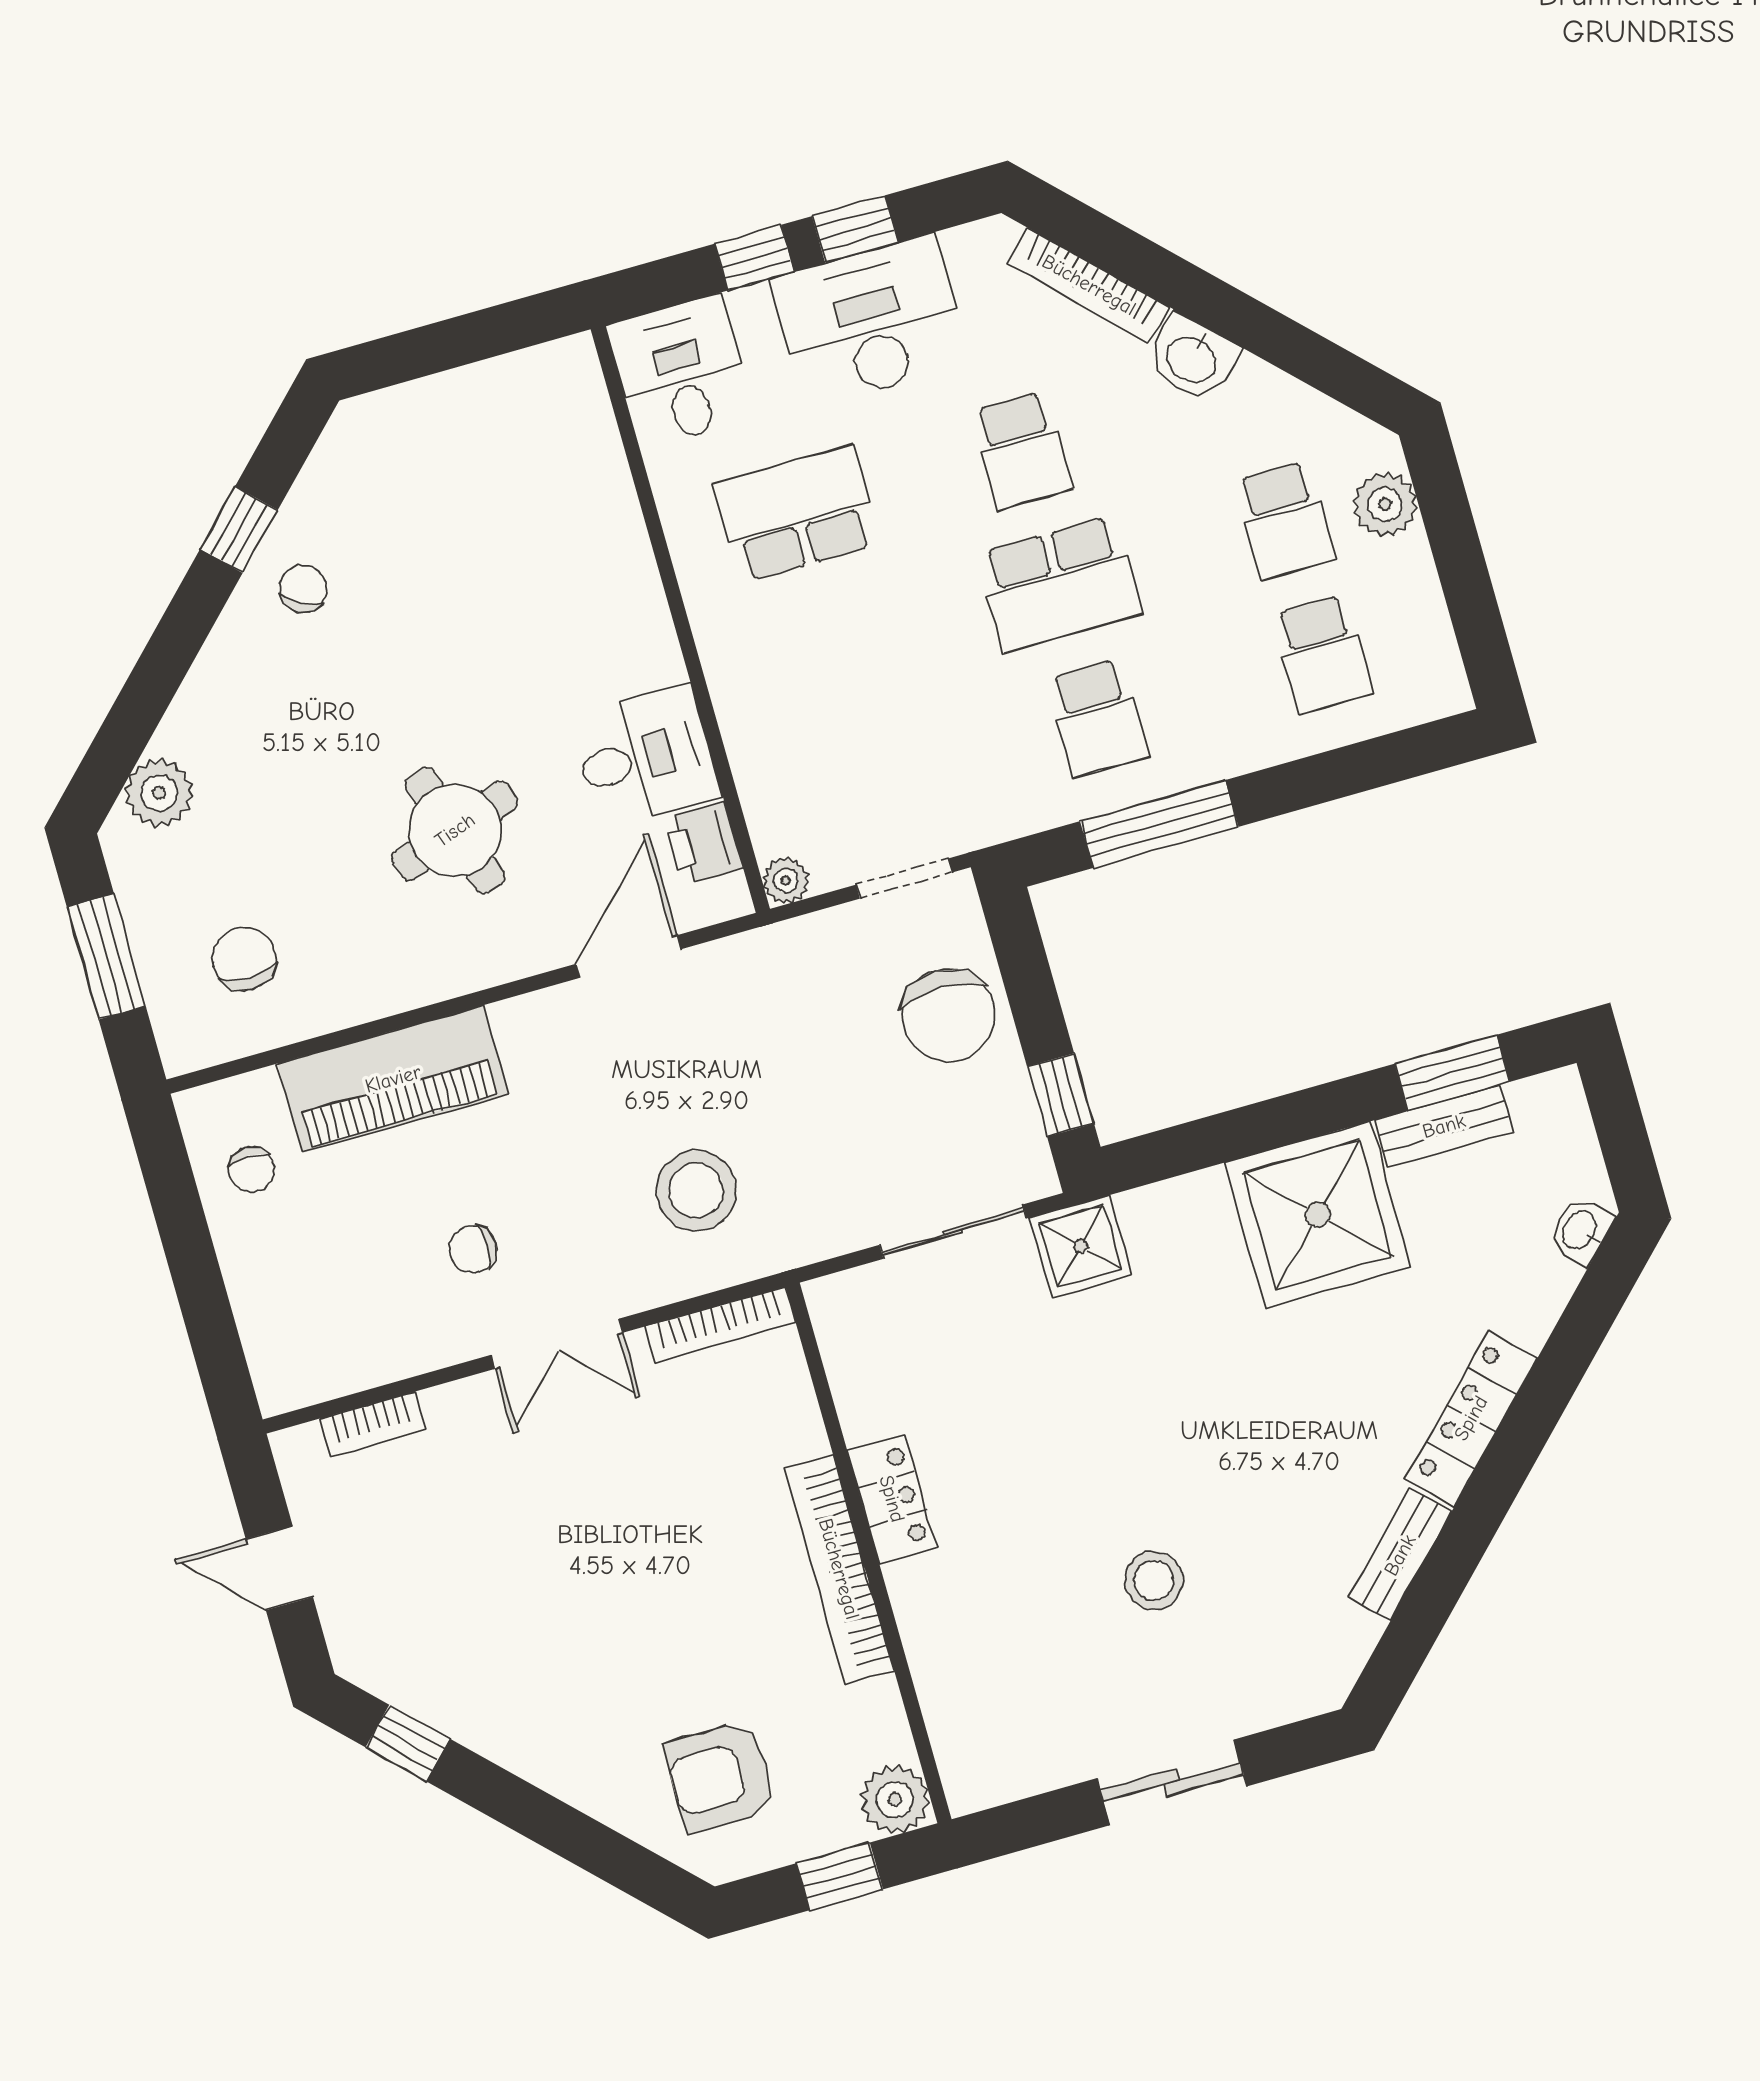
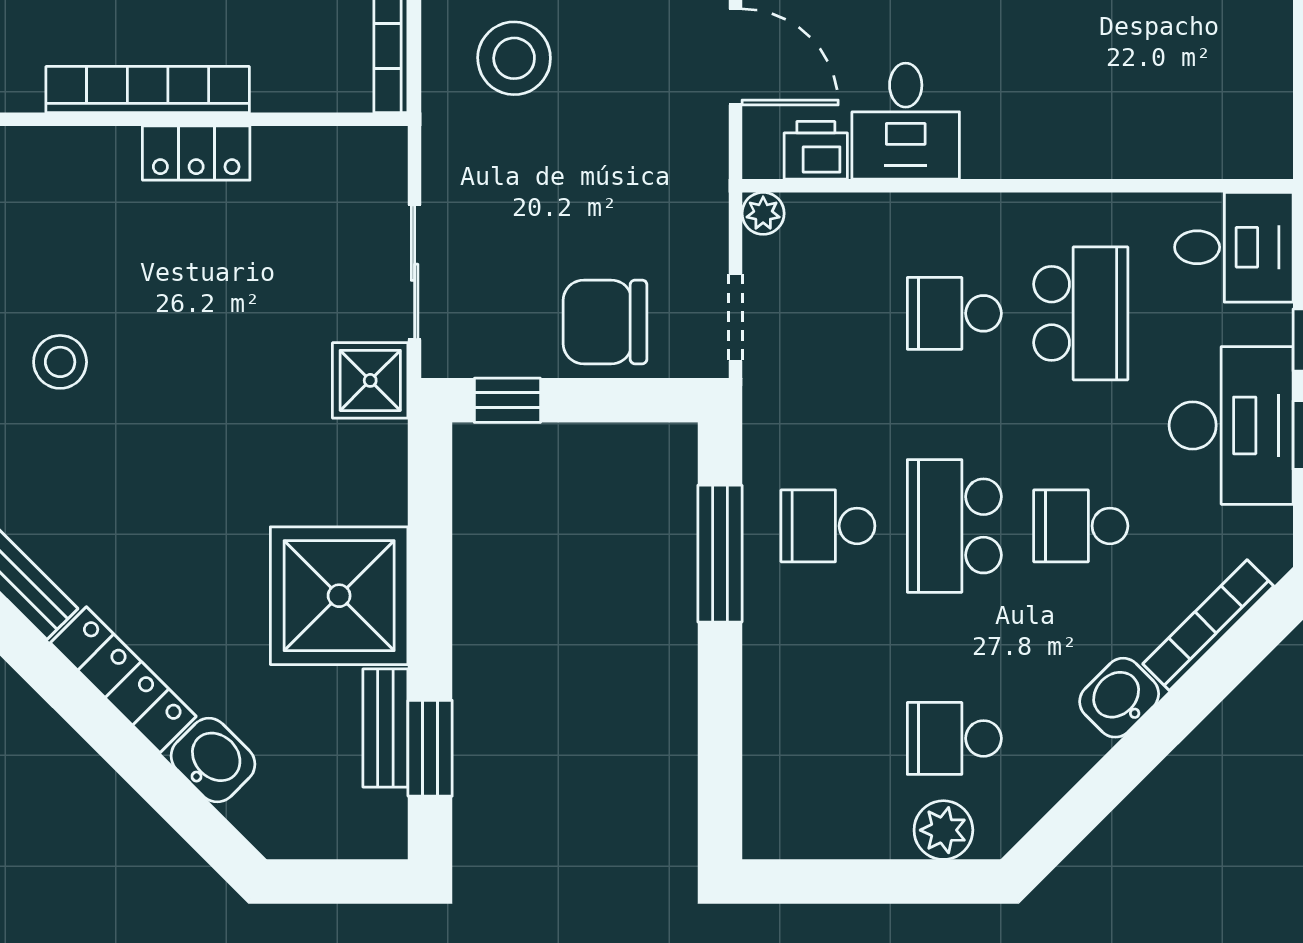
school desk: (1323, 654) -> (954, 313), moved
washbasin: (1581, 1231) -> (213, 760), moved, width x1.38, depth x1.45

